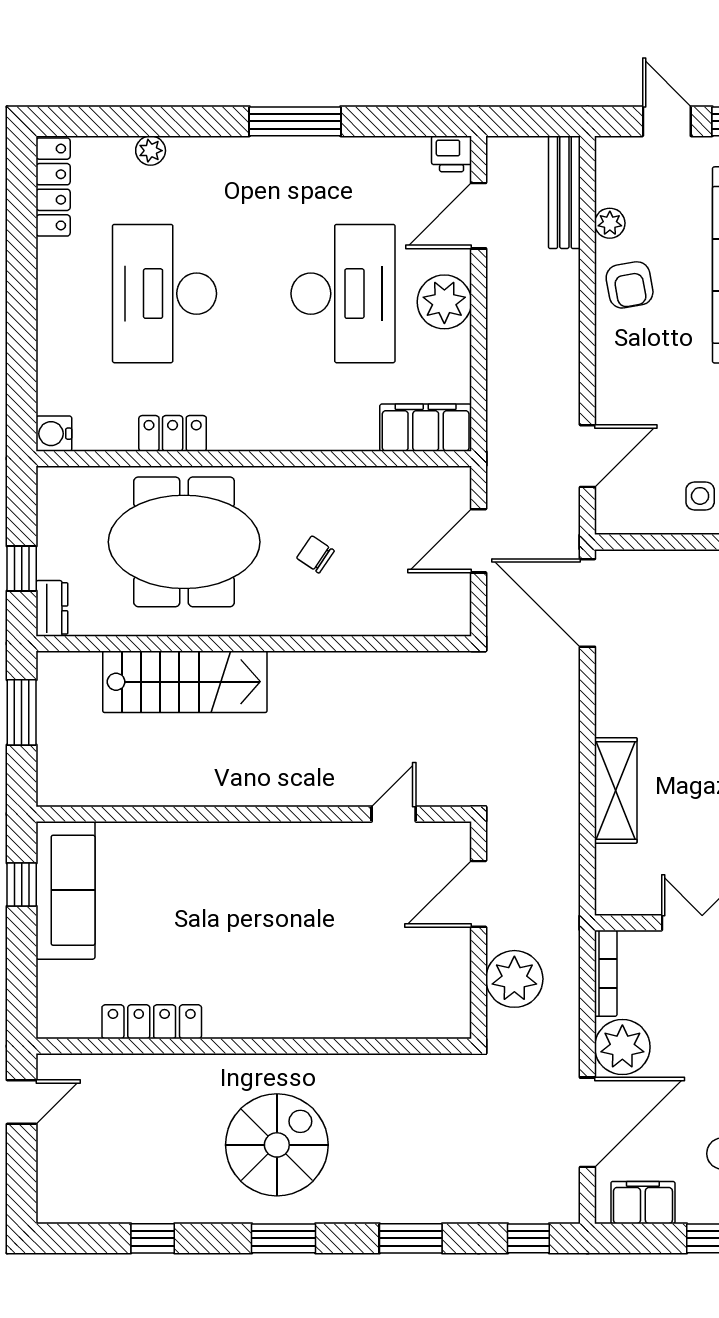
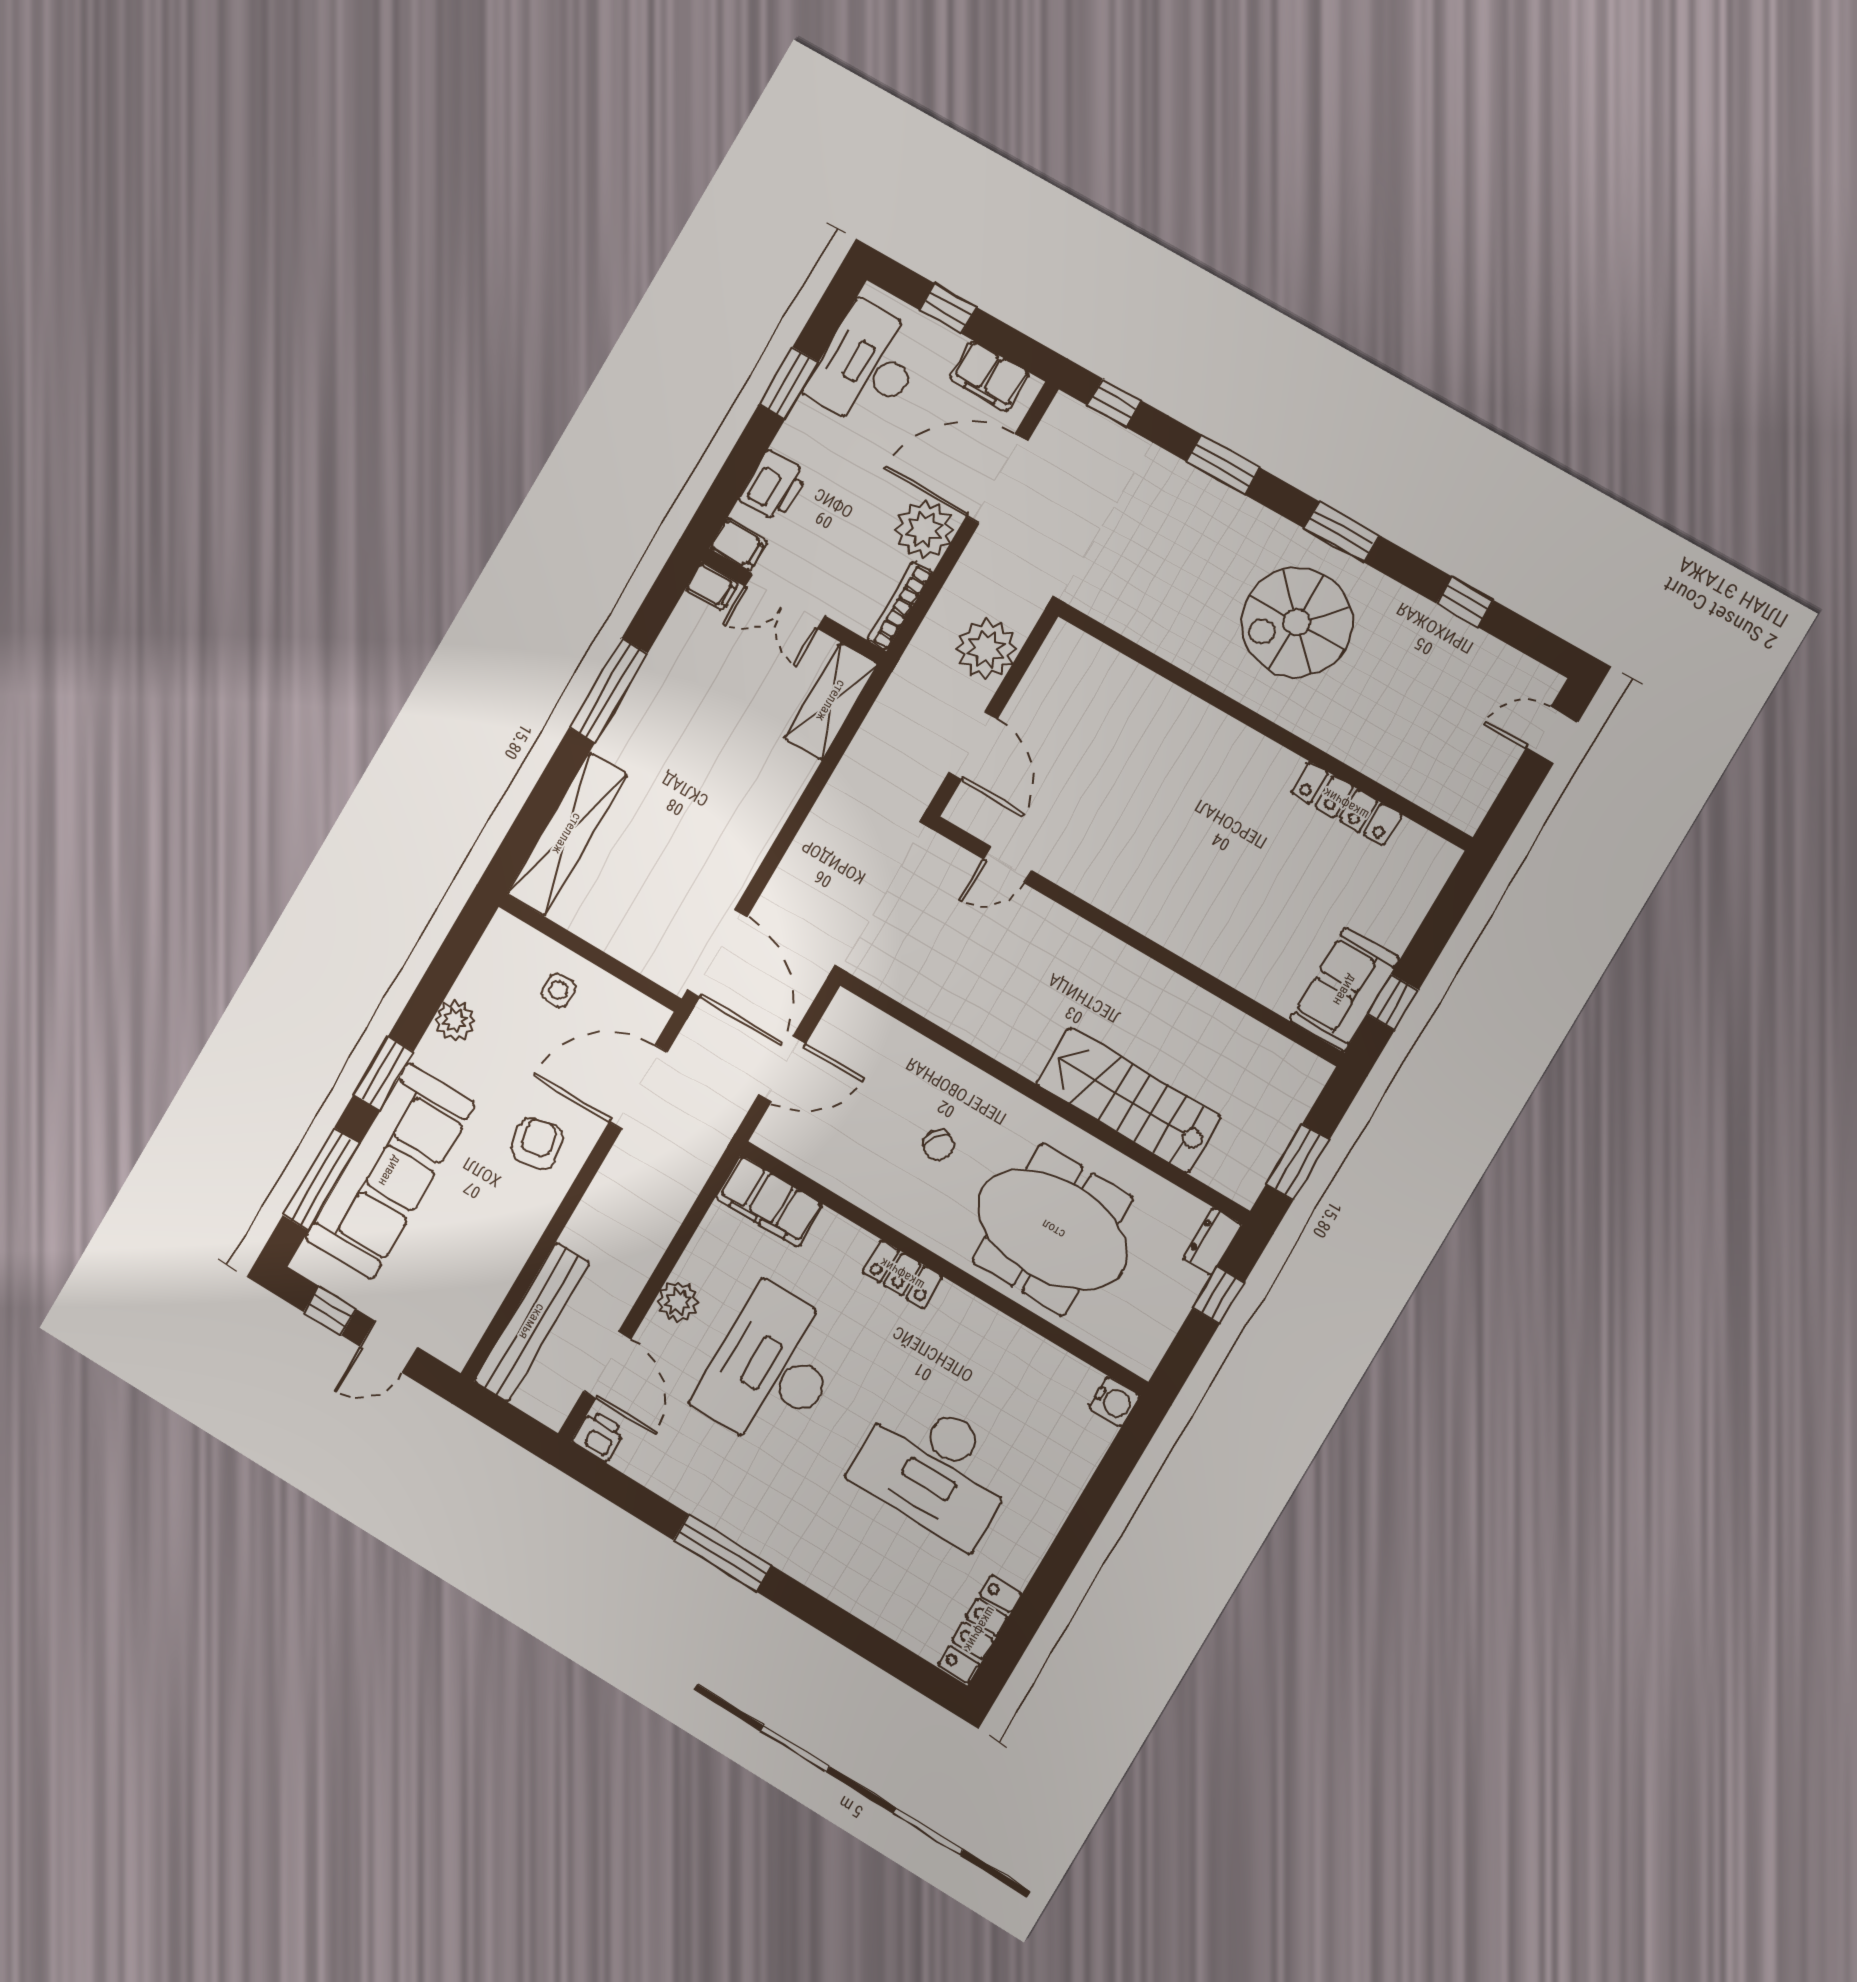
door: (667, 121) -> (389, 1347), hinge flipped
plant: (151, 151) -> (870, 1607), removed
bench: (564, 192) -> (532, 1322), width x1.37, depth x1.21
door: (479, 216) -> (607, 1365), hinge flipped
plant: (610, 223) -> (494, 1286), removed
armchair: (630, 285) -> (537, 1143), moved
desk: (164, 294) -> (935, 1468), turned 90
plant: (444, 302) -> (678, 1301), width x0.73, depth x0.73
locker: (173, 433) -> (902, 1274), moved
door: (587, 456) -> (638, 1087), width x1.36
shelving: (616, 790) -> (831, 701), moved
sofa: (65, 890) -> (1345, 990), width x0.73
door: (479, 894) -> (973, 746), hinge flipped
door: (22, 1102) -> (1552, 735), moved

